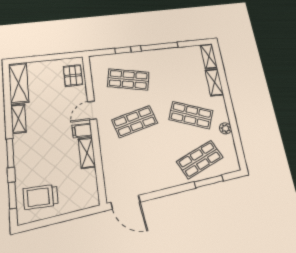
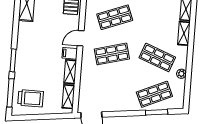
shop shelf: (128, 79) -> (115, 17), turned -33
shelving: (18, 119) -> (68, 97), moved
window: (12, 195) -> (10, 93), width x1.44
trolley: (41, 197) -> (31, 98), turned 180

